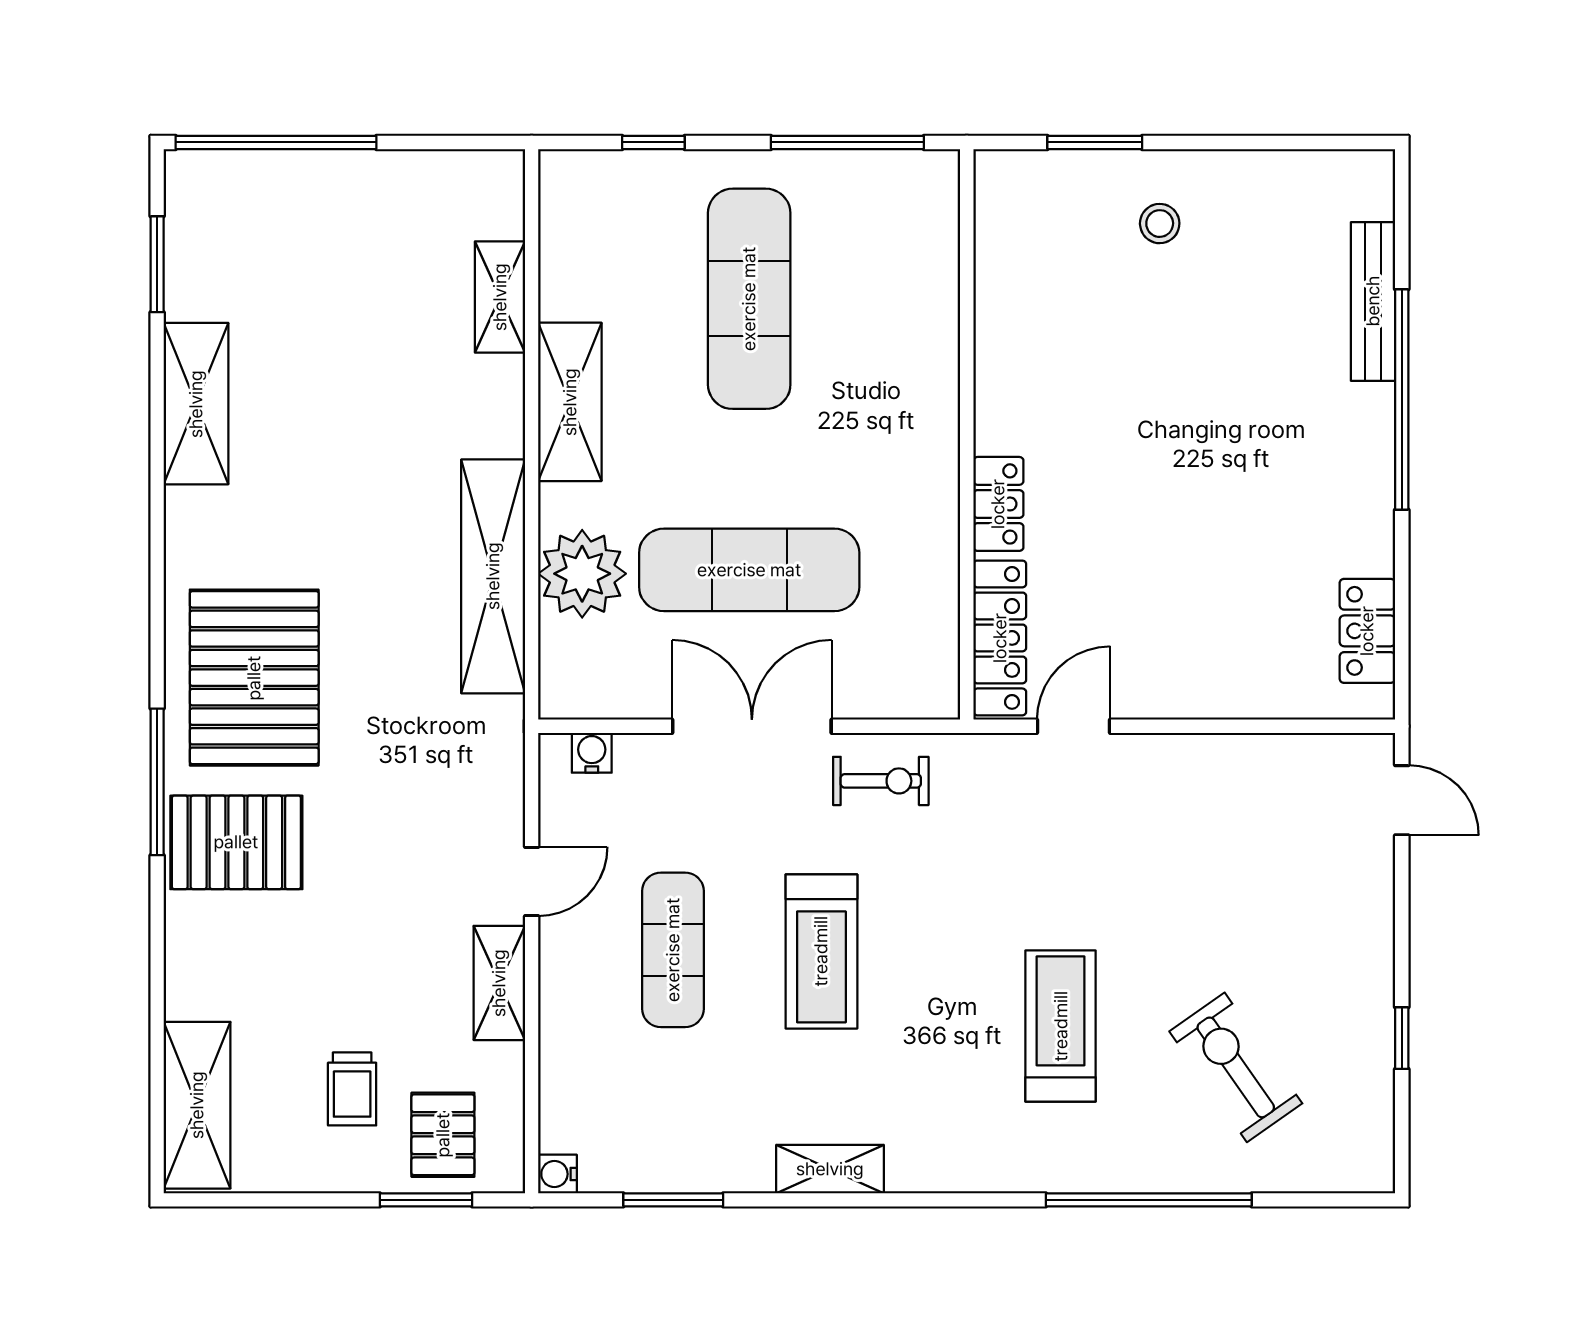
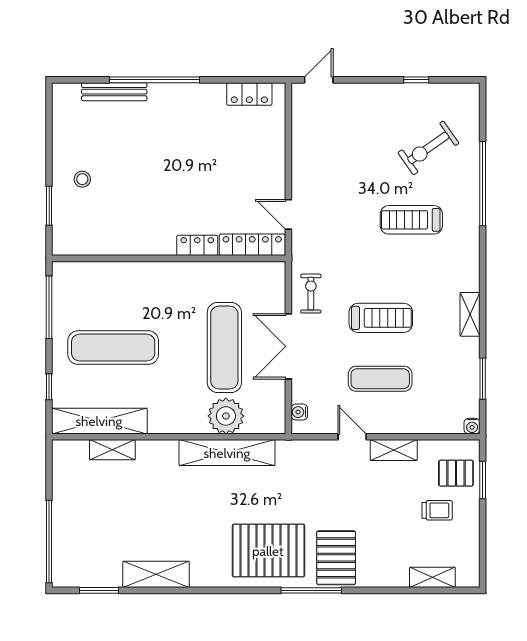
shelving: (570, 402) -> (99, 421), moved, width x1.47
shelving: (197, 1105) -> (432, 577), width x0.67, depth x0.75

